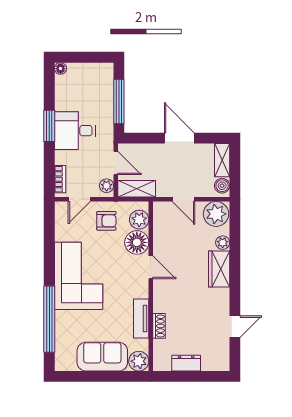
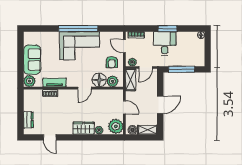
door: (183, 199) -> (124, 107), swing flipped
window: (49, 319) -> (78, 29), moved
dresser: (186, 363) -> (28, 120), moved

